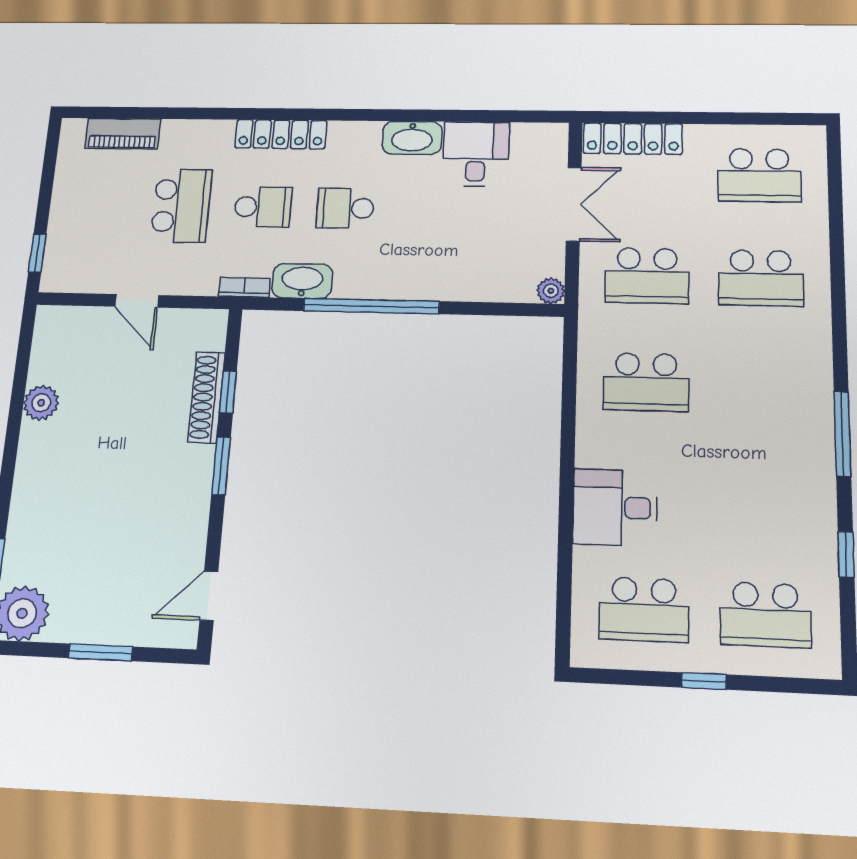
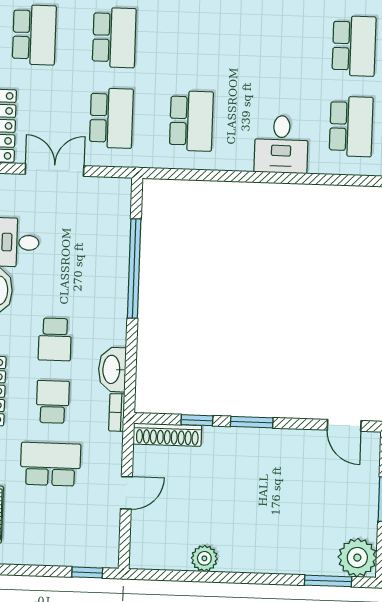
plant: (551, 291) -> (122, 187), removed
window: (371, 306) -> (134, 269), moved
shoe rack: (206, 397) -> (167, 435), moved

